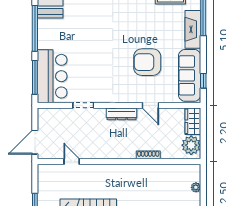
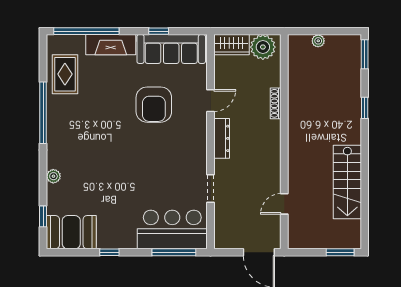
window: (35, 28) -> (109, 252), width x0.32
window: (203, 81) -> (159, 31), moved

